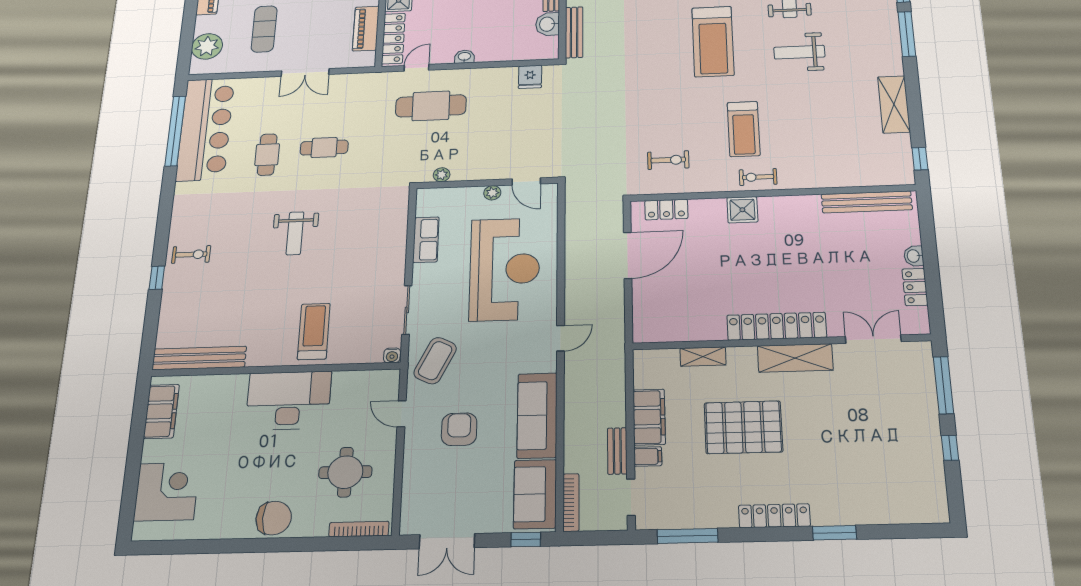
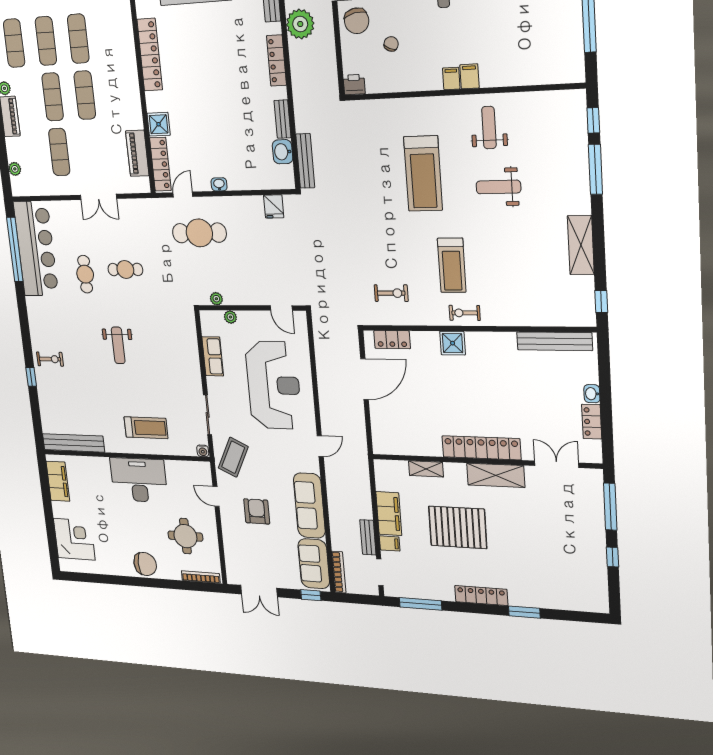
plant: (207, 46) -> (15, 169), width x0.53, depth x0.53
plant: (492, 193) -> (230, 317), moved
treadmill: (314, 331) -> (146, 428), turned 90

